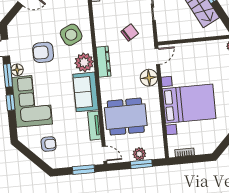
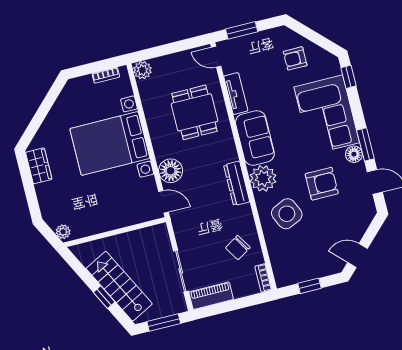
chair: (130, 33) -> (238, 248), moved
door: (157, 56) -> (163, 202), swing flipped
window: (11, 103) -> (348, 77), moved
dining table: (126, 117) -> (194, 112), width x0.73
plant: (139, 154) -> (142, 70), moved
window: (141, 164) -> (163, 50), removed

